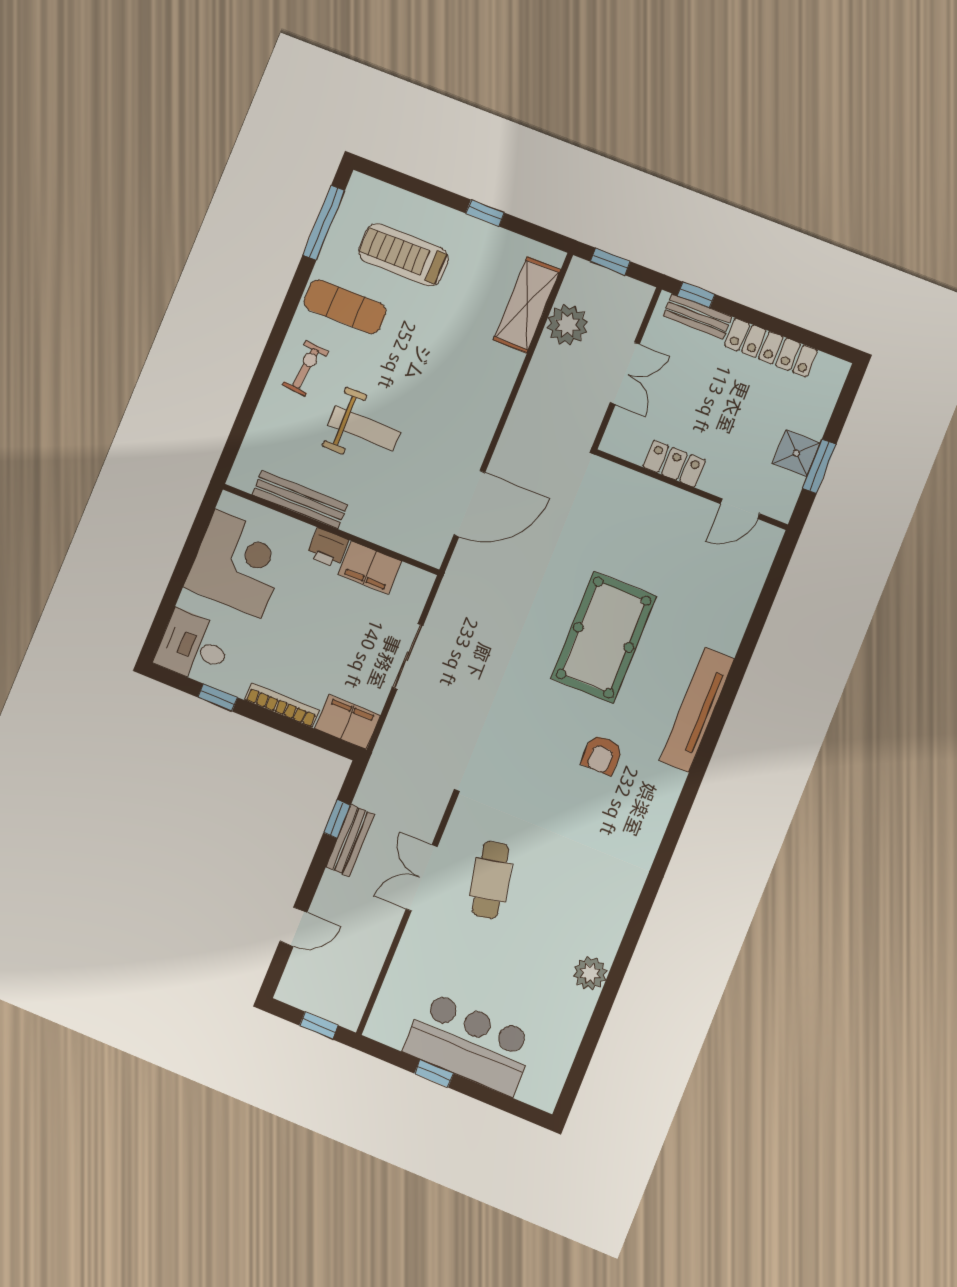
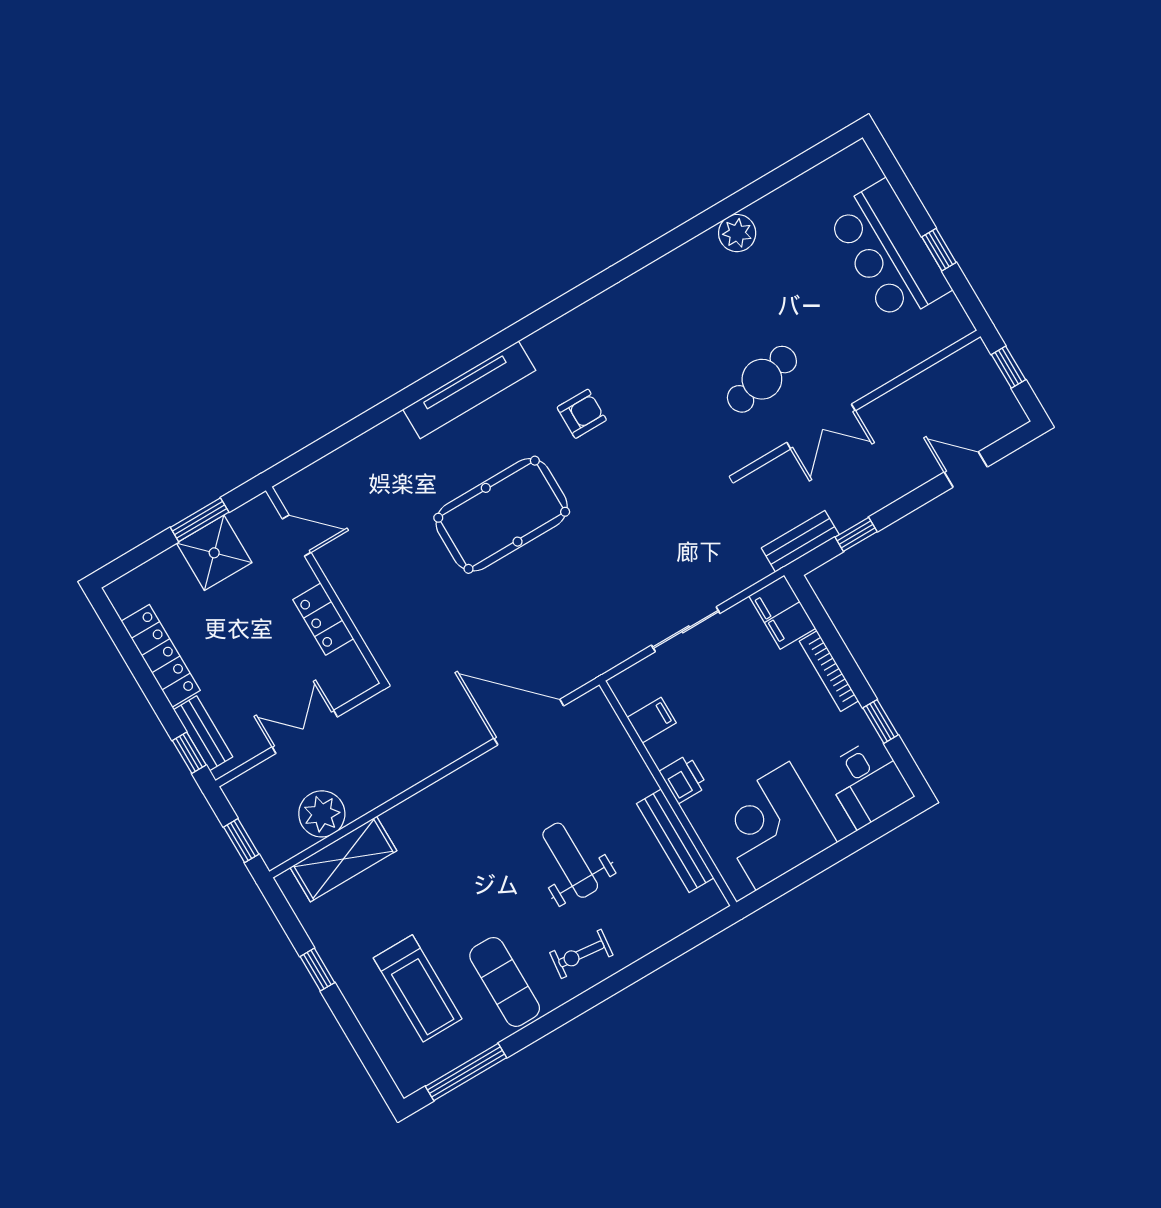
shower: (796, 453) -> (214, 553), width x1.36, depth x1.36
filing cabinet: (370, 568) -> (652, 720), width x0.50
bench: (350, 841) -> (800, 541), moved

